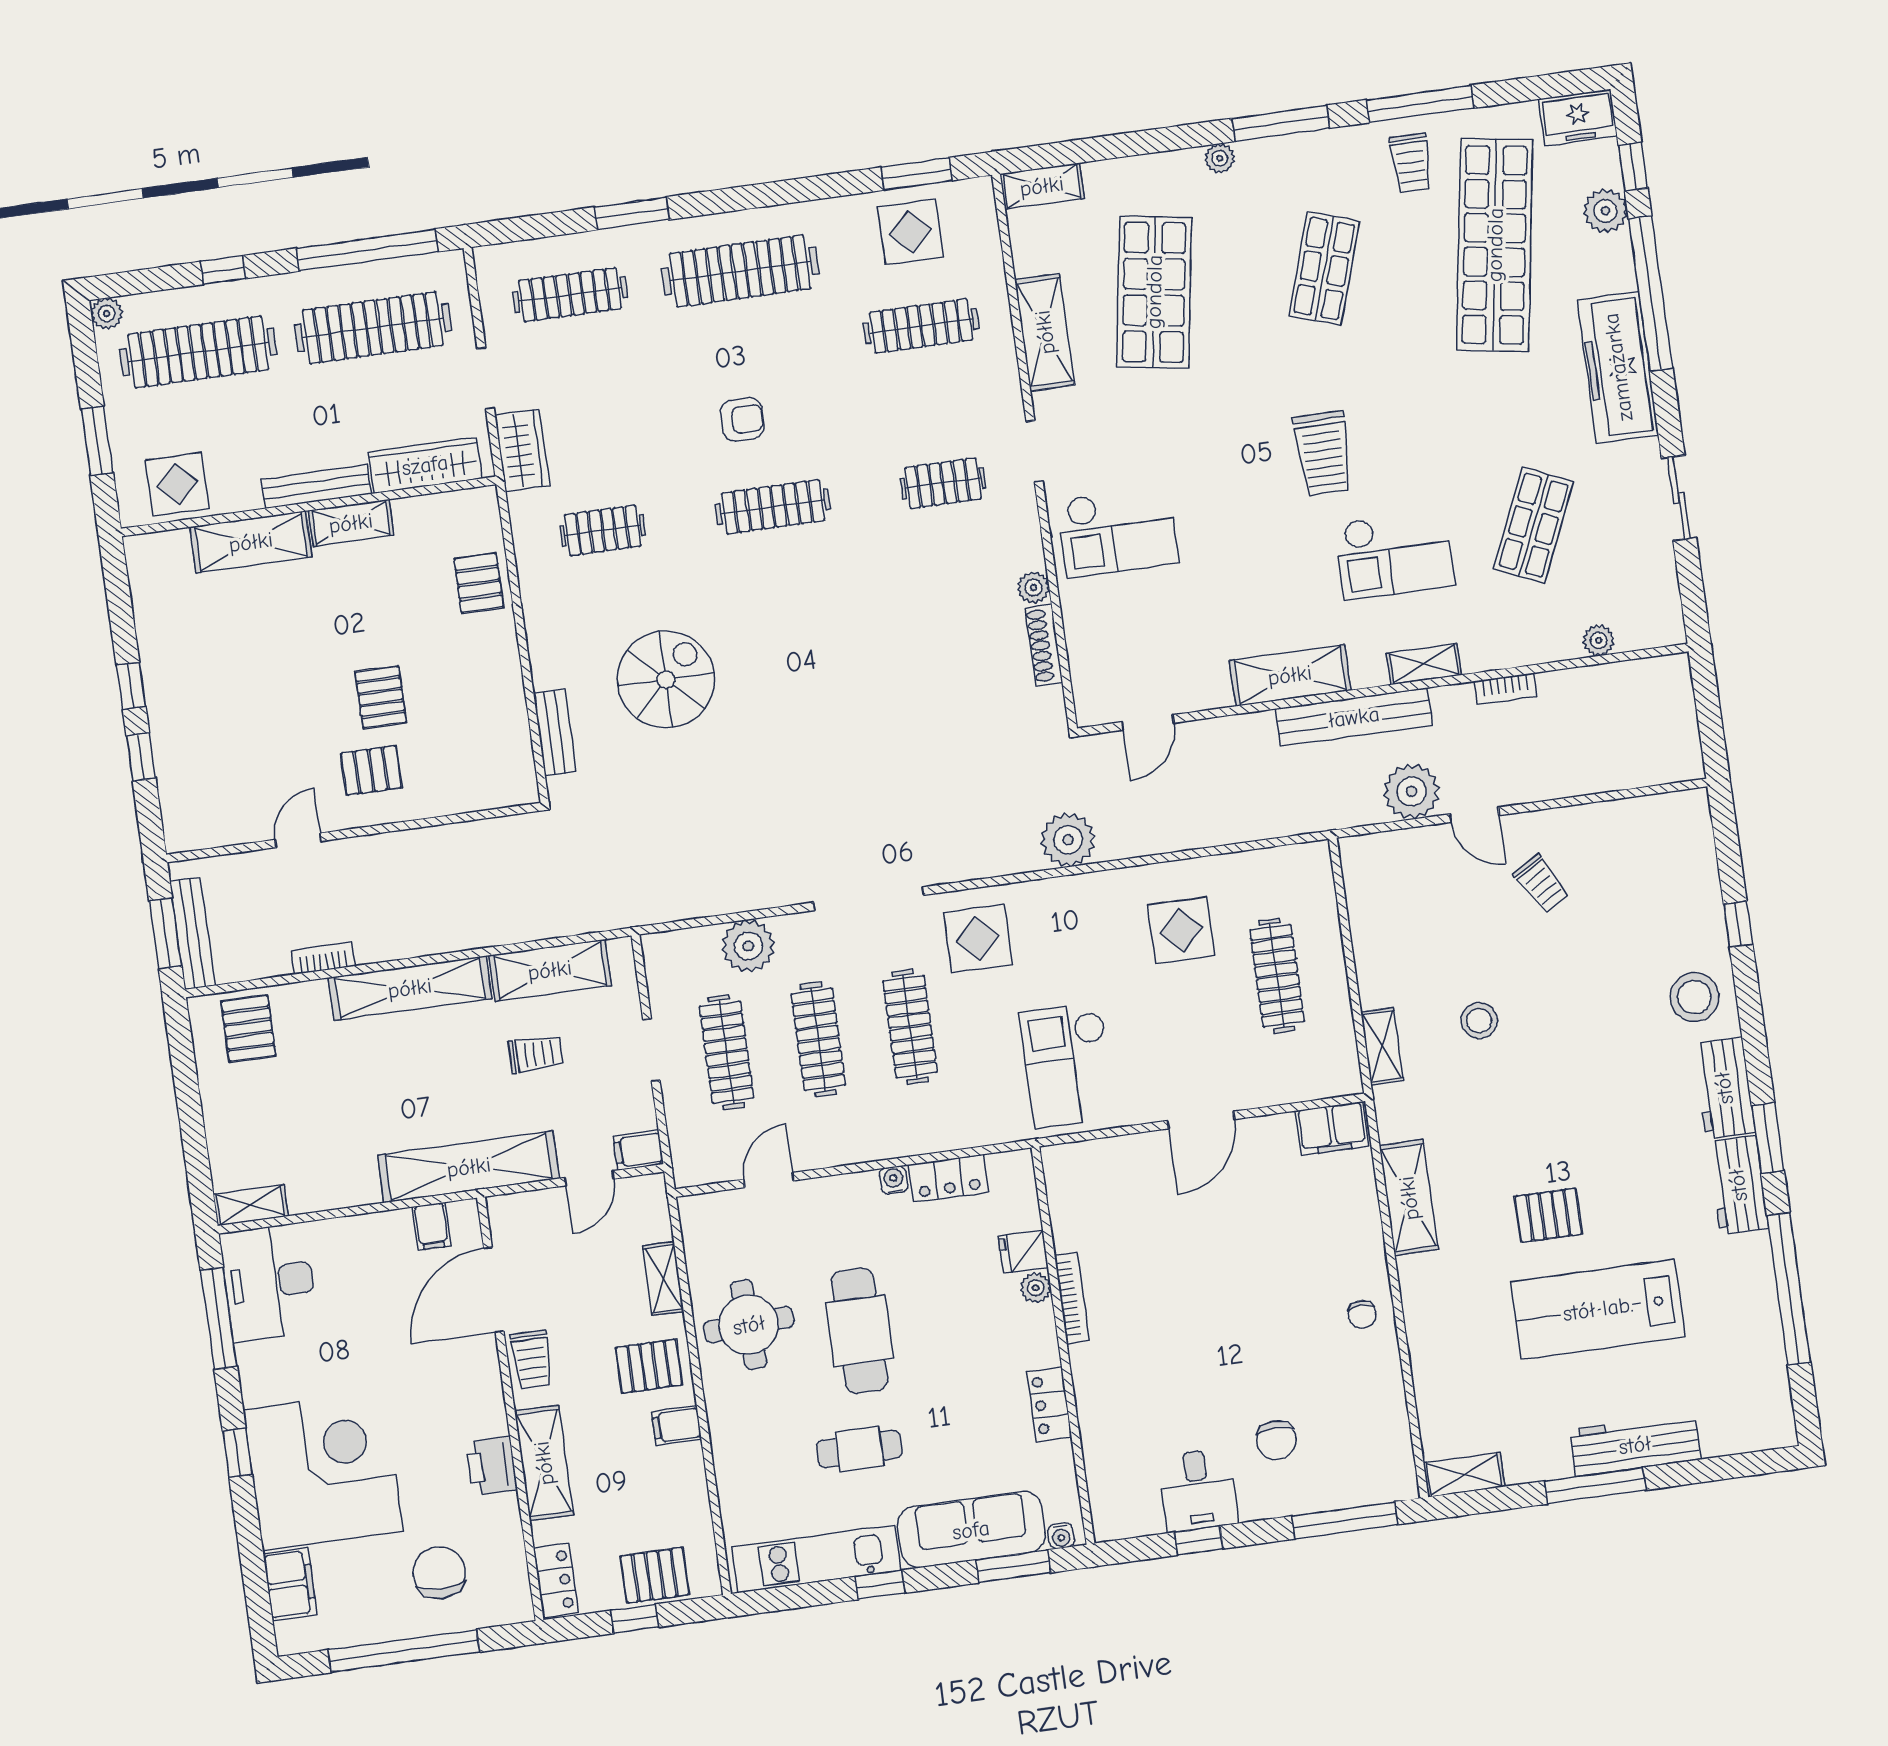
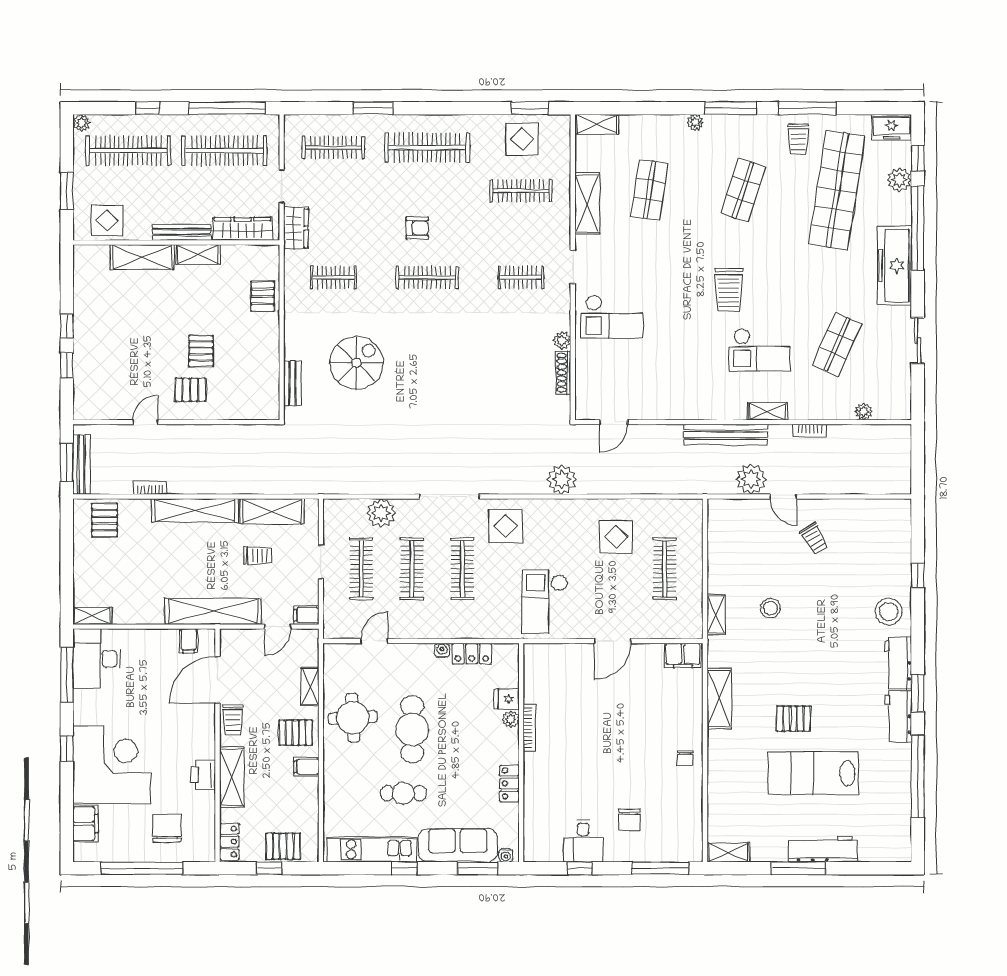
shop shelf: (1154, 292) -> (649, 190), width x0.70, depth x0.74
shelving: (1290, 675) -> (694, 407), removed

